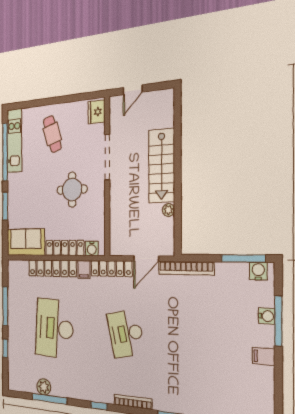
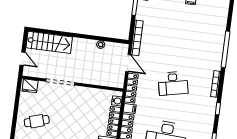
stairs: (162, 166) -> (49, 42), moved
round table: (72, 190) -> (76, 111), removed

